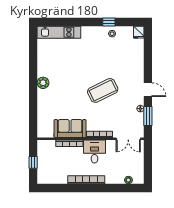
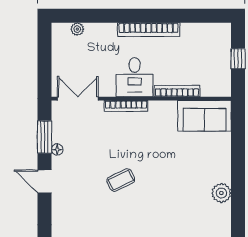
coffee table: (103, 90) -> (121, 180), width x0.54, depth x0.58
sofa: (70, 129) -> (204, 116), moved

